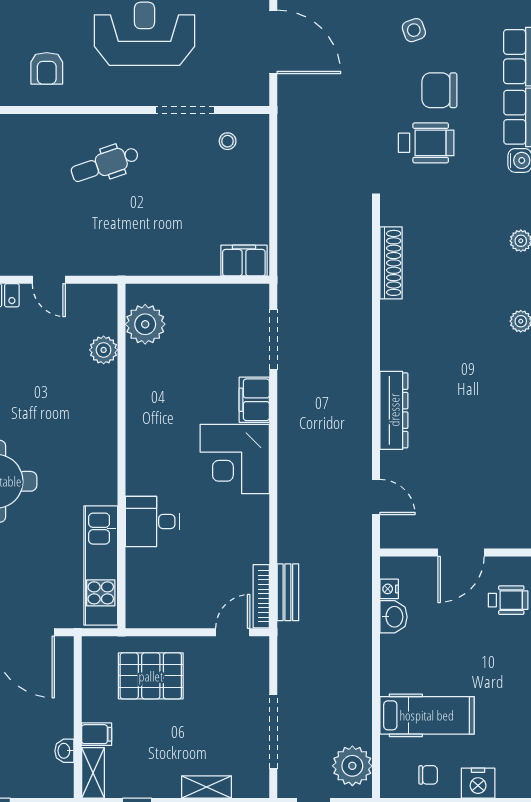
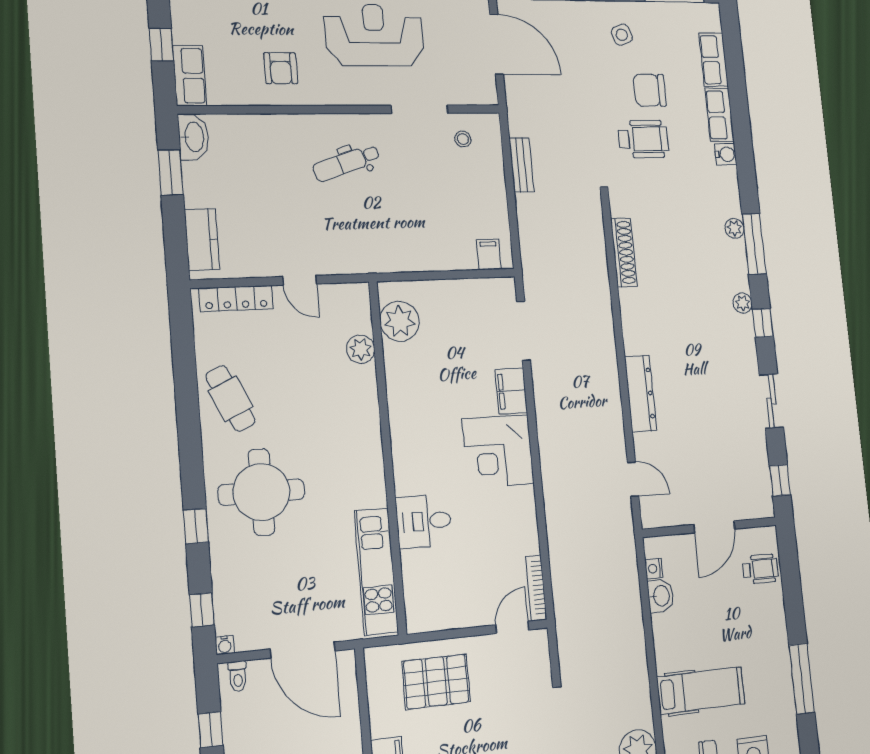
filing cabinet: (244, 261) -> (489, 255), width x0.50
bench: (288, 592) -> (521, 165), moved

